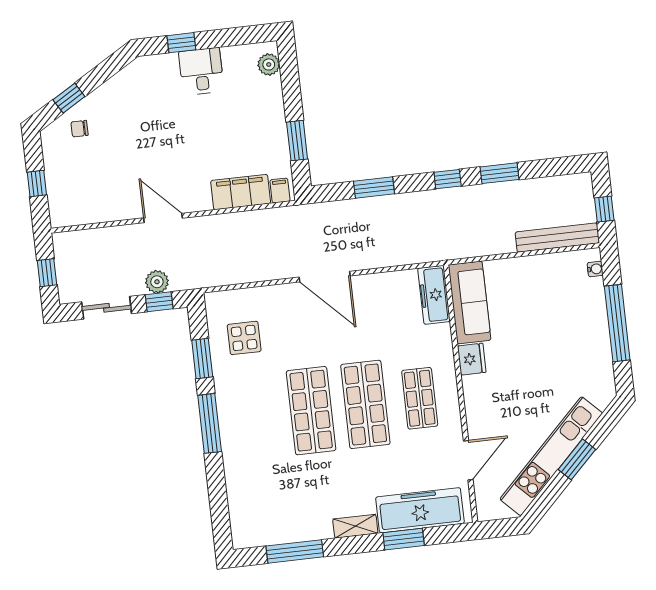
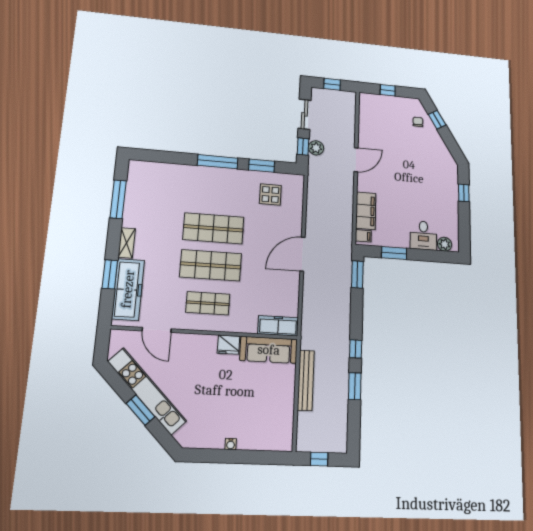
desk: (201, 71) -> (423, 235), moved, turned 90
window: (374, 187) -> (357, 274), moved
bench: (557, 238) -> (306, 380), moved
water cooler: (595, 269) -> (231, 444), moved
window: (617, 323) -> (235, 456), removed

